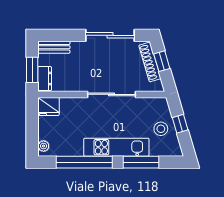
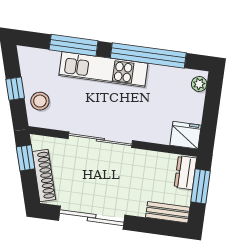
window: (162, 61) -> (26, 158), moved
stool: (161, 129) -> (40, 101), moved

